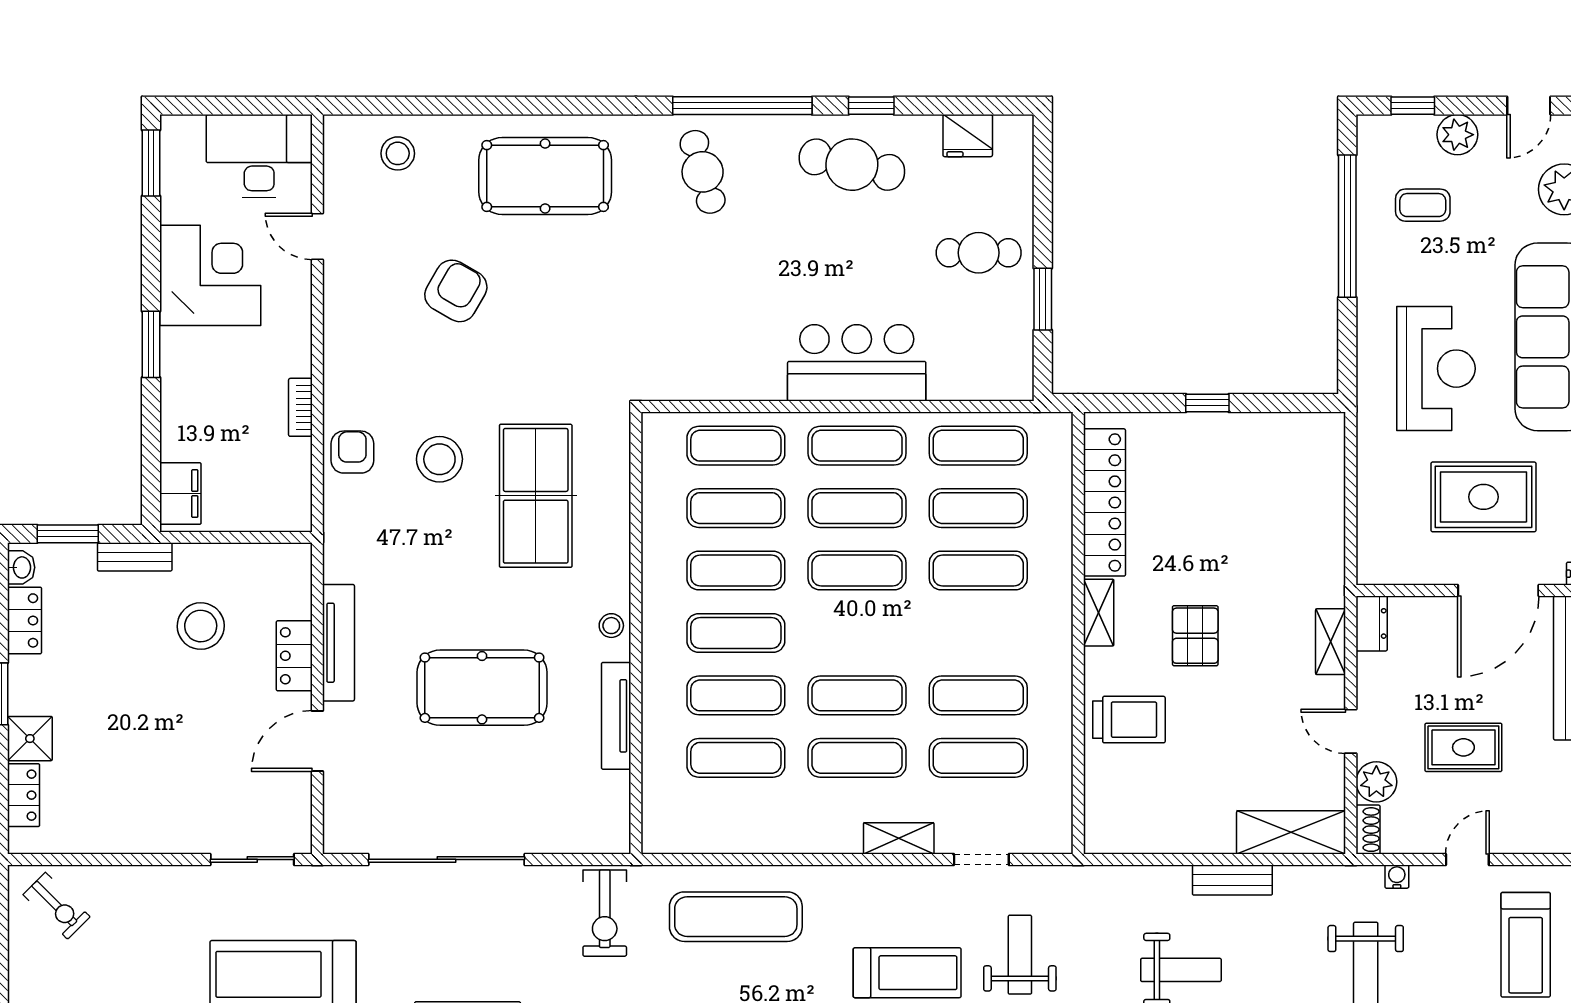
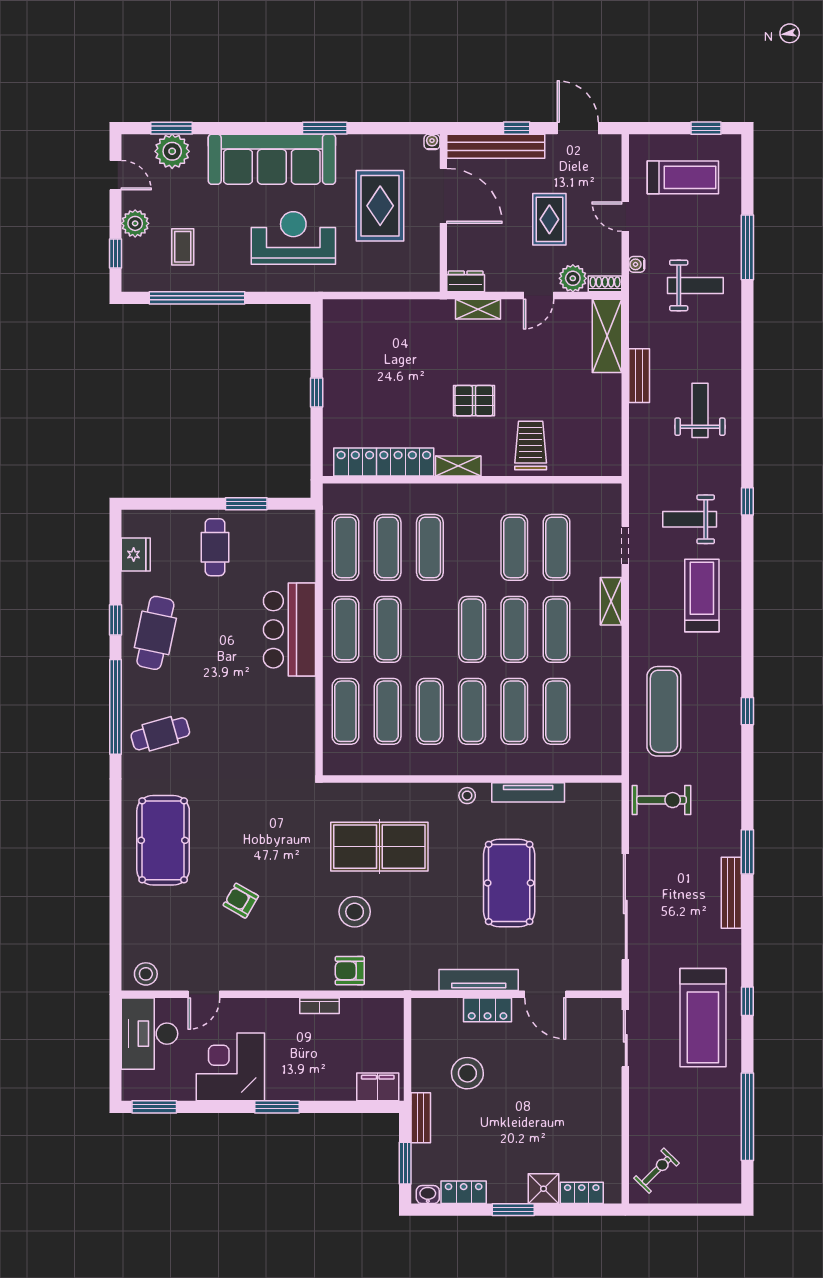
stool: (398, 153) -> (146, 974), moved
armchair: (456, 291) -> (241, 901), width x0.72, depth x0.72
exercise mat: (857, 571) -> (472, 629), moved

